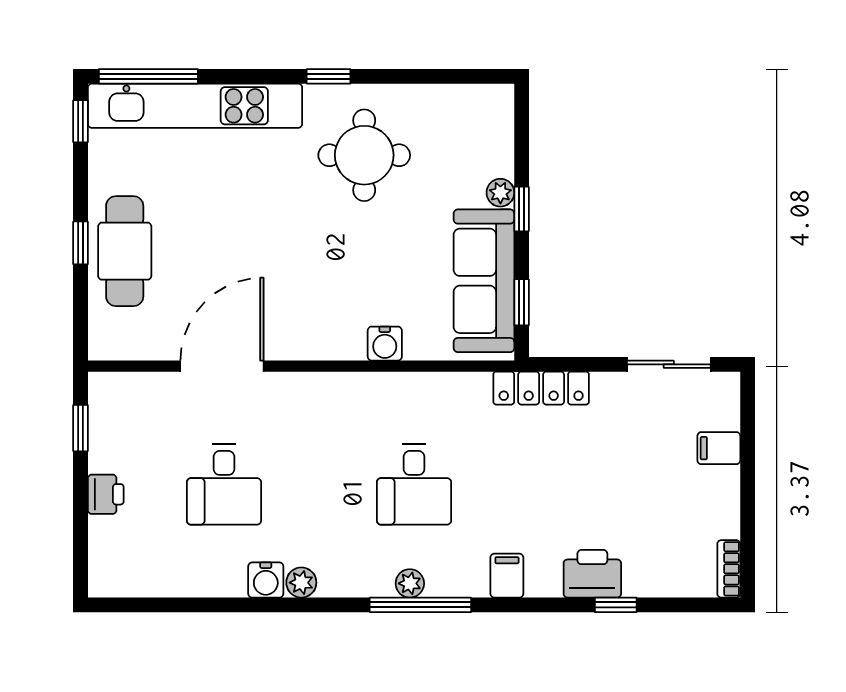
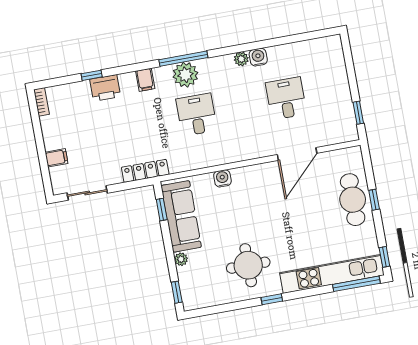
window: (522, 209) -> (177, 292), moved
printer: (106, 494) -> (341, 84), removed
plant: (410, 583) -> (185, 75), width x1.88, depth x1.88

